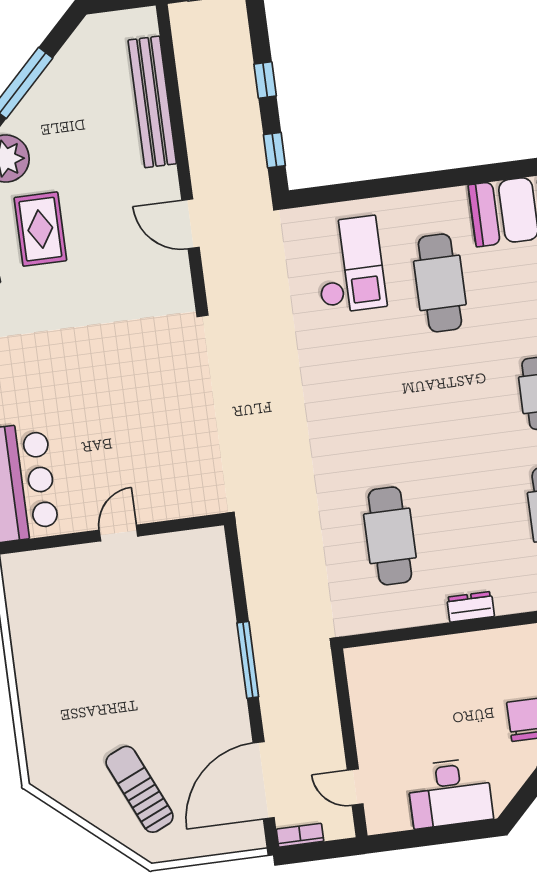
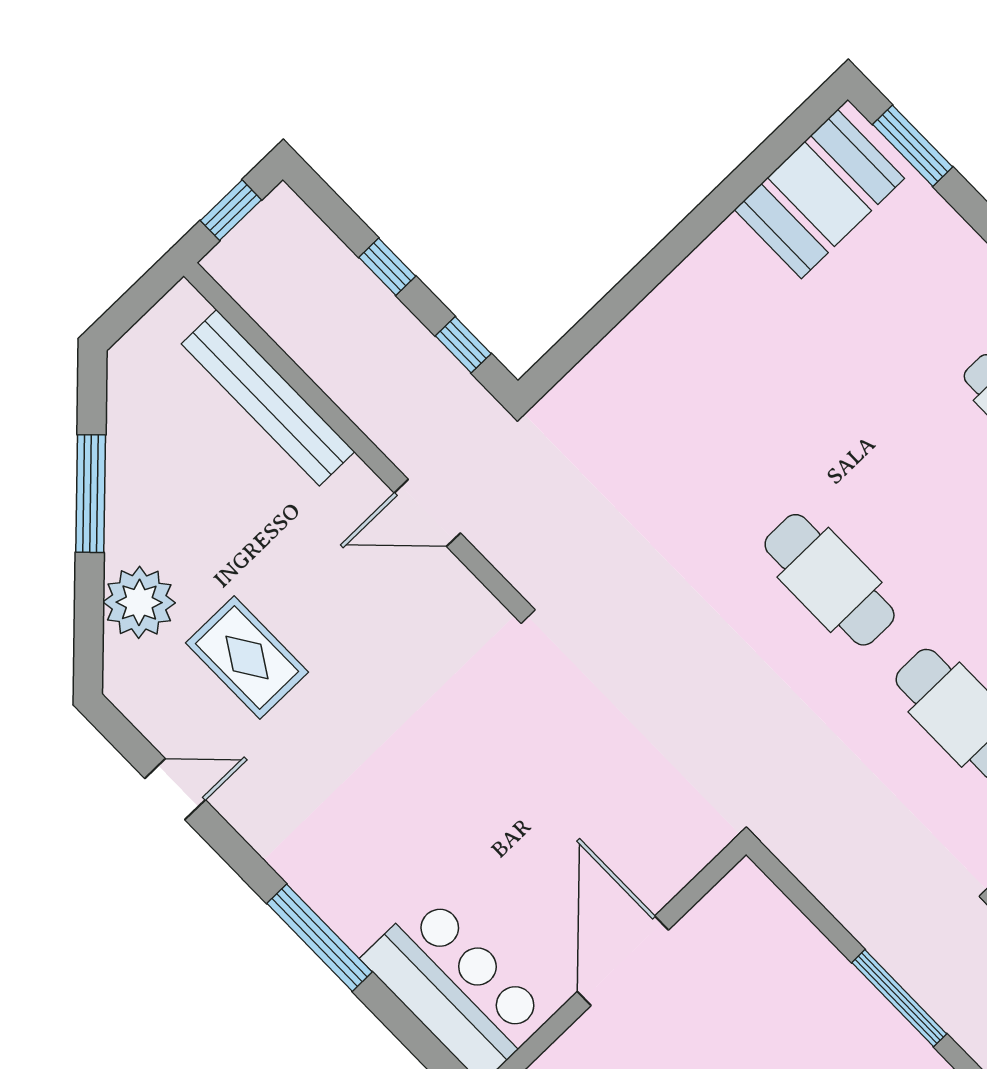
checkout: (349, 265) -> (661, 417), removed
cafe table: (440, 283) -> (830, 580), moved
door: (118, 533) -> (623, 961), width x1.88

